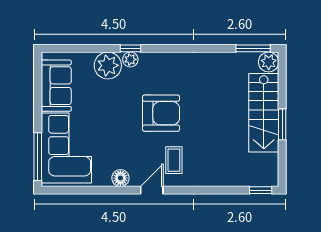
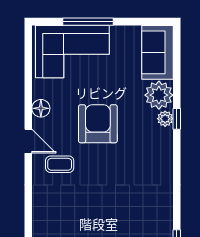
sofa: (56, 86) -> (157, 52), moved, turned 90
armchair: (161, 113) -> (98, 124), moved, turned 180
window: (38, 157) -> (88, 22), moved

